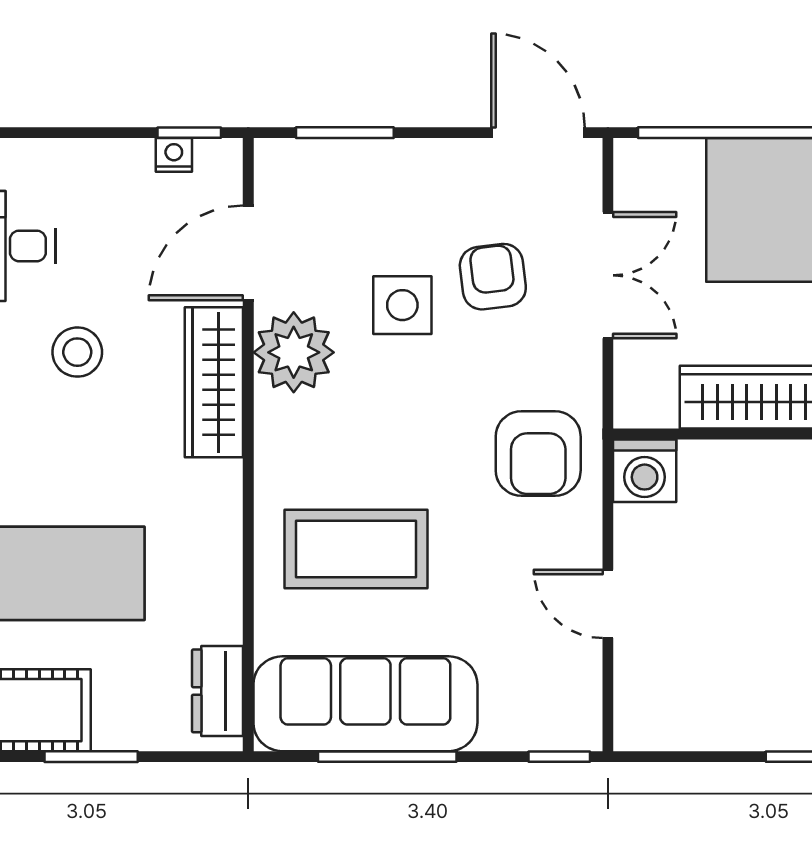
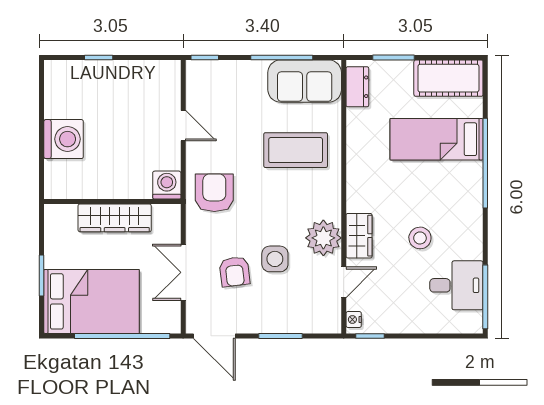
window: (345, 133) -> (280, 336), moved
nightstand: (174, 155) -> (354, 319), moved, turned 90
door: (248, 253) -> (344, 282), width x0.73
wardrobe: (214, 382) -> (359, 236), width x0.67
sofa: (365, 704) -> (305, 81), width x0.73
window: (91, 757) -> (393, 57), moved

